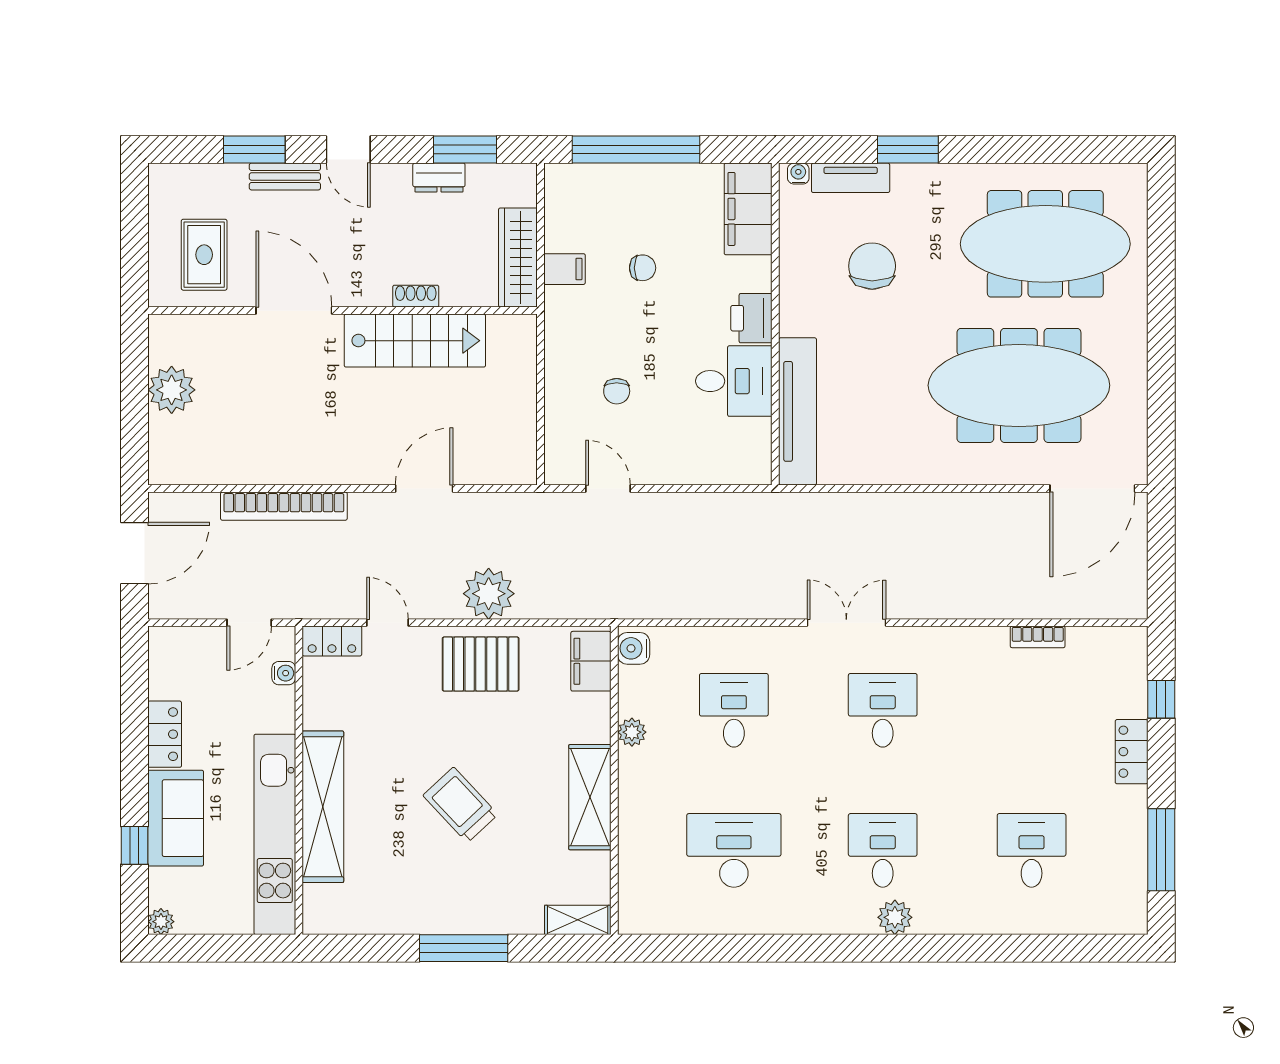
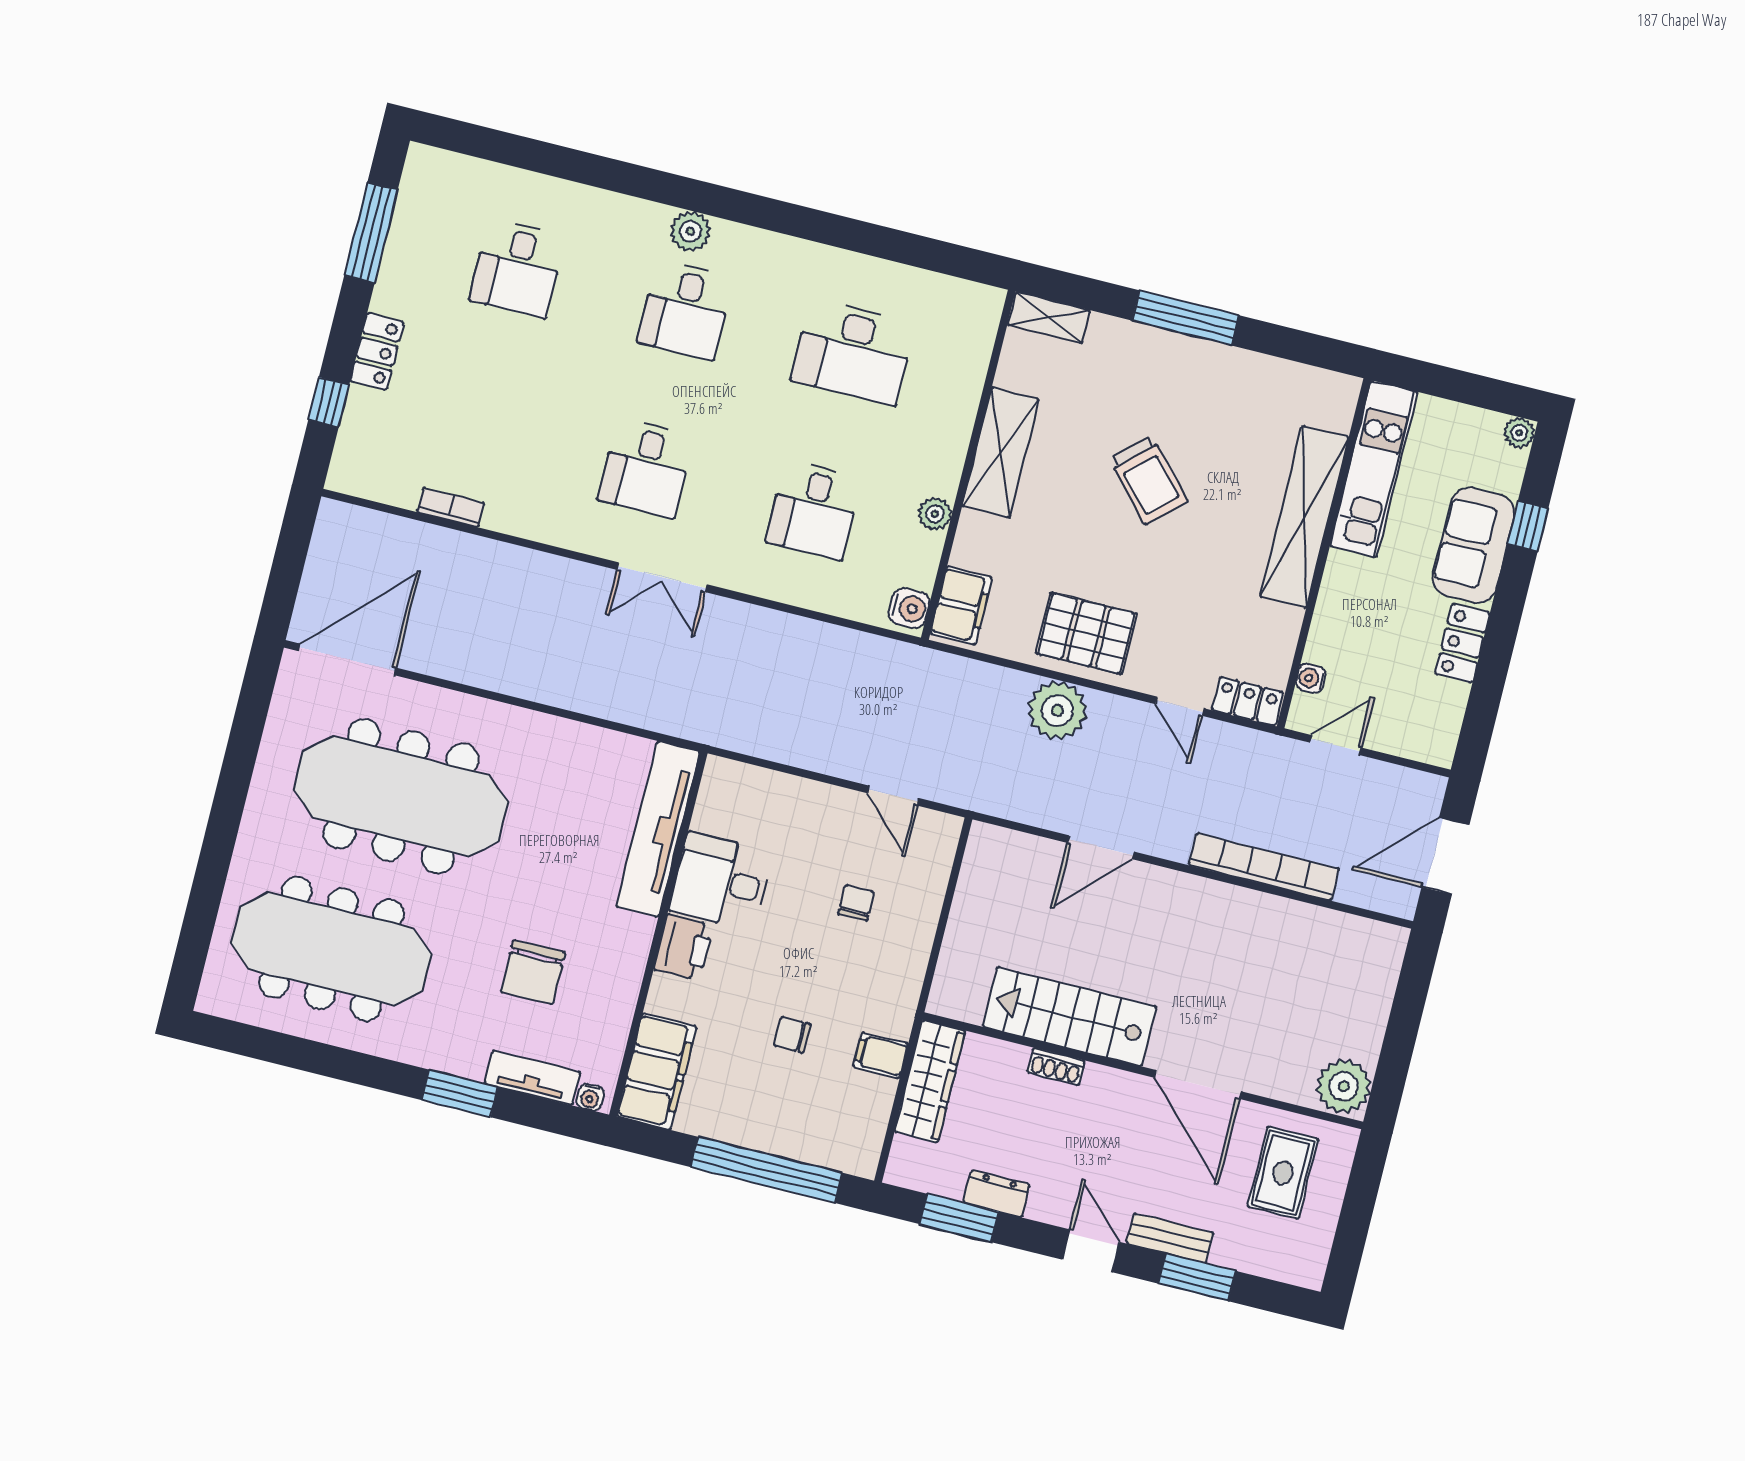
plant: (172, 390) -> (1344, 1086), moved
kitchen unit: (275, 834) -> (1374, 469), width x0.73

